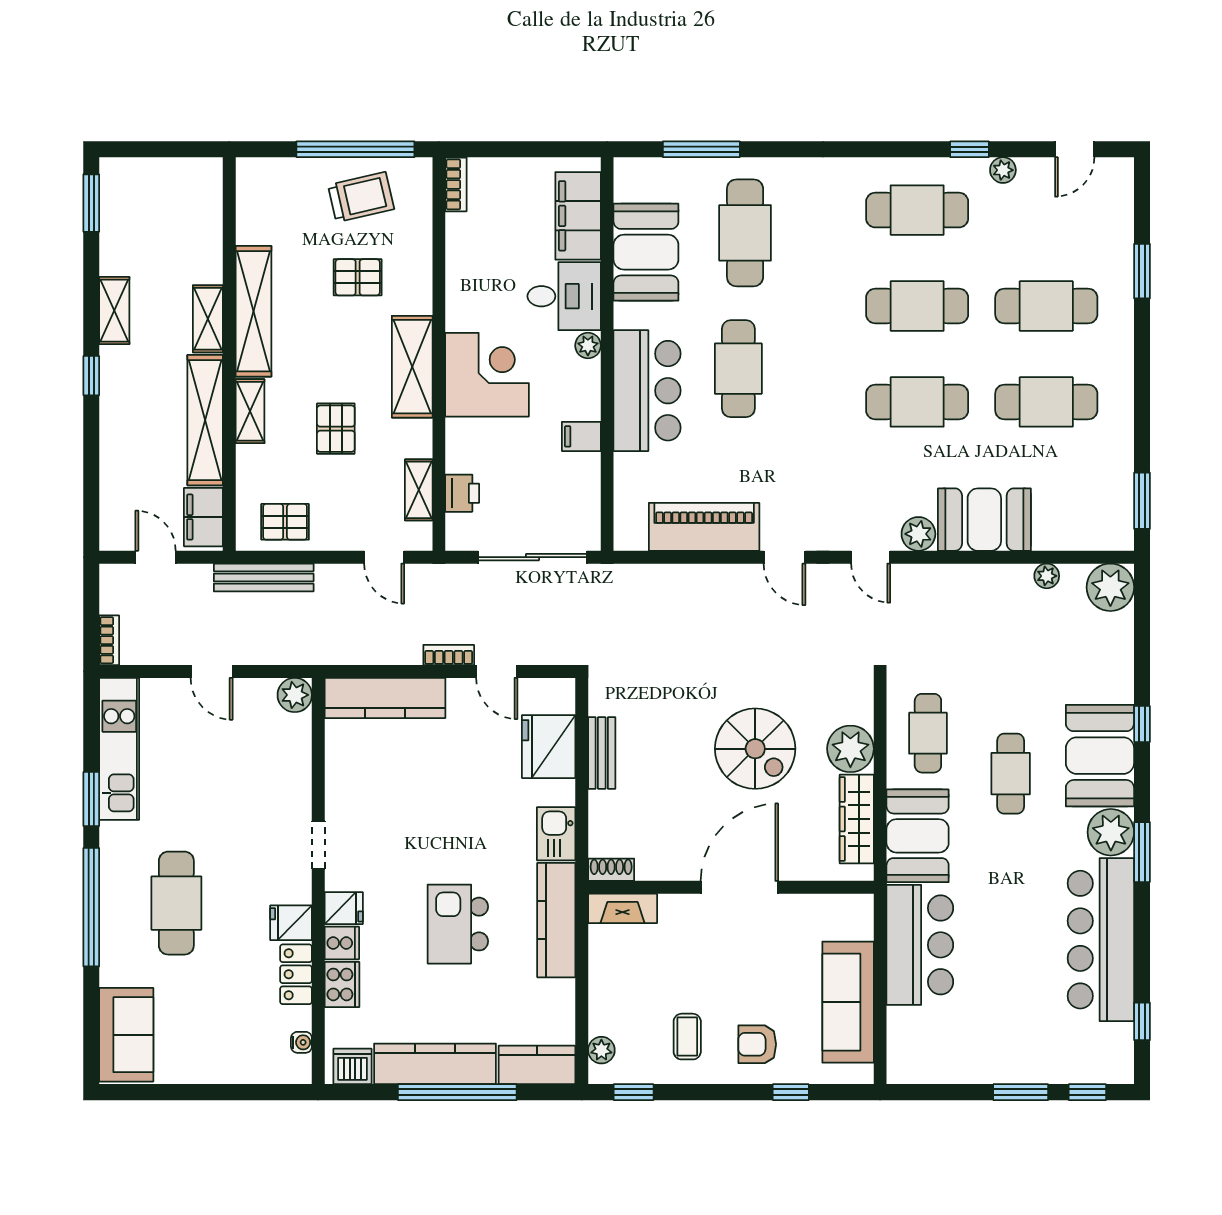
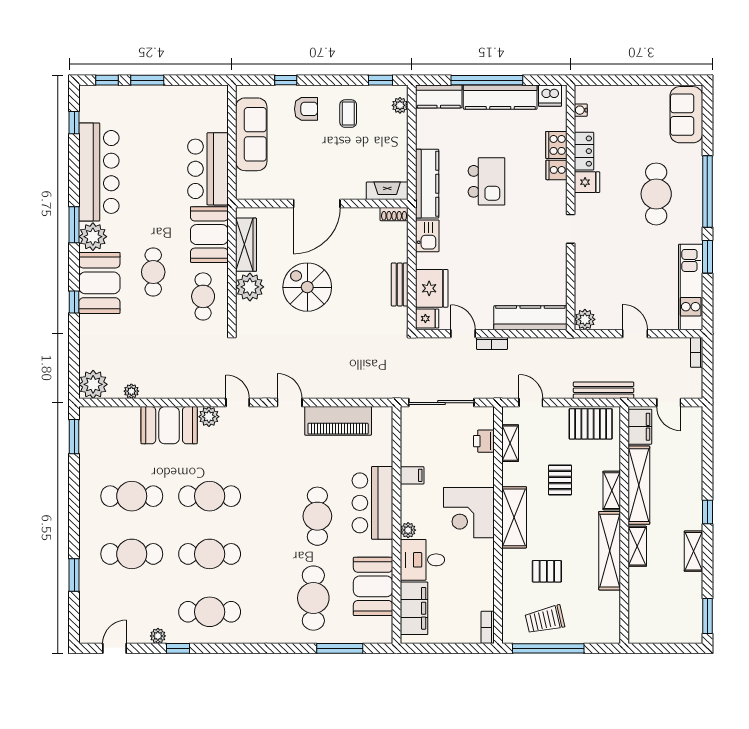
pallet: (285, 522) -> (591, 424), width x1.50, depth x1.42
fridge: (344, 908) -> (427, 319), moved, turned 180

